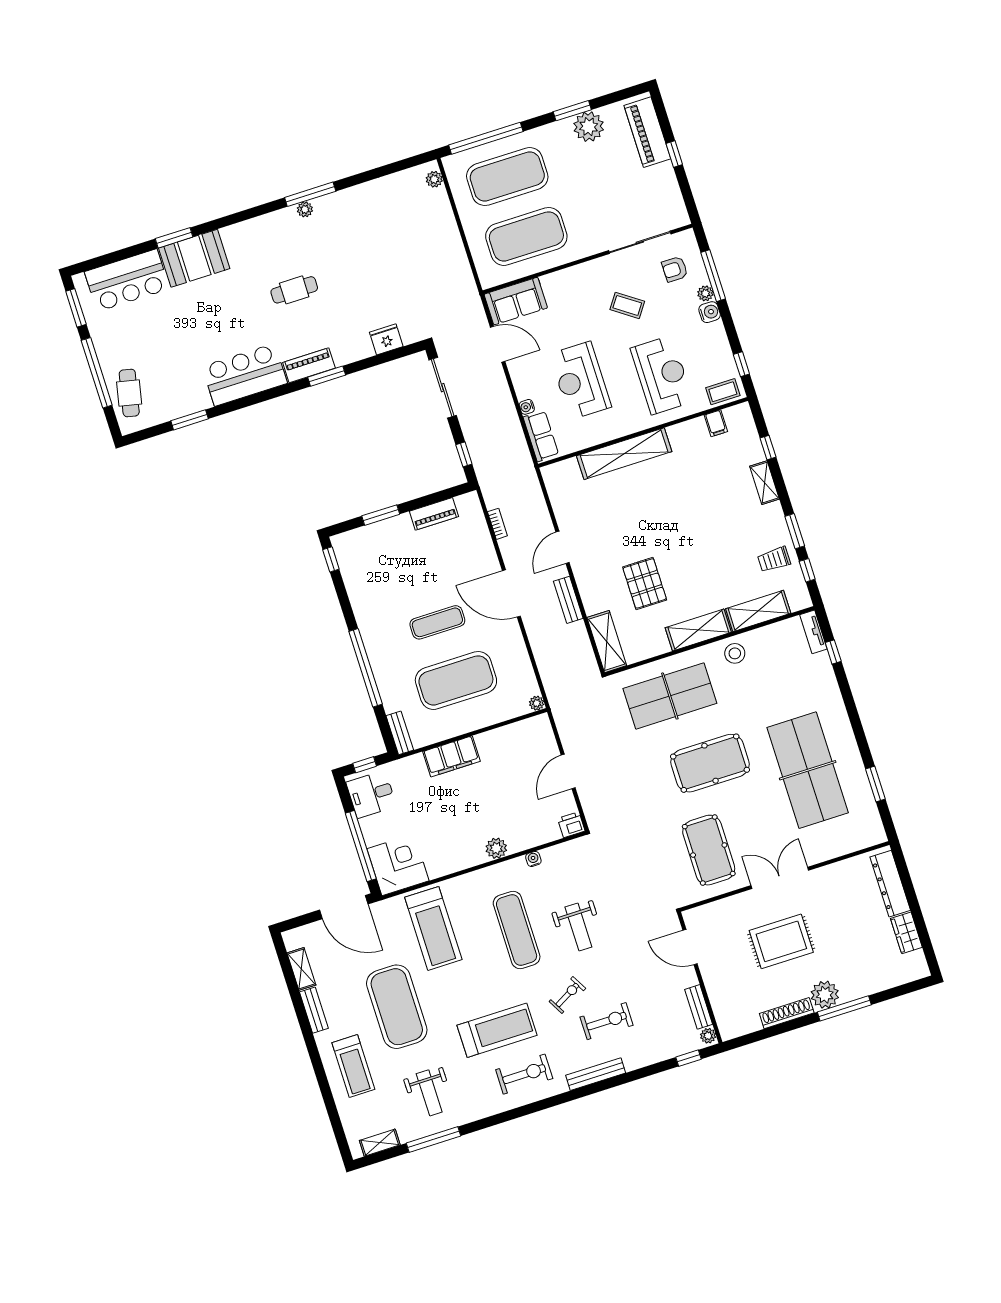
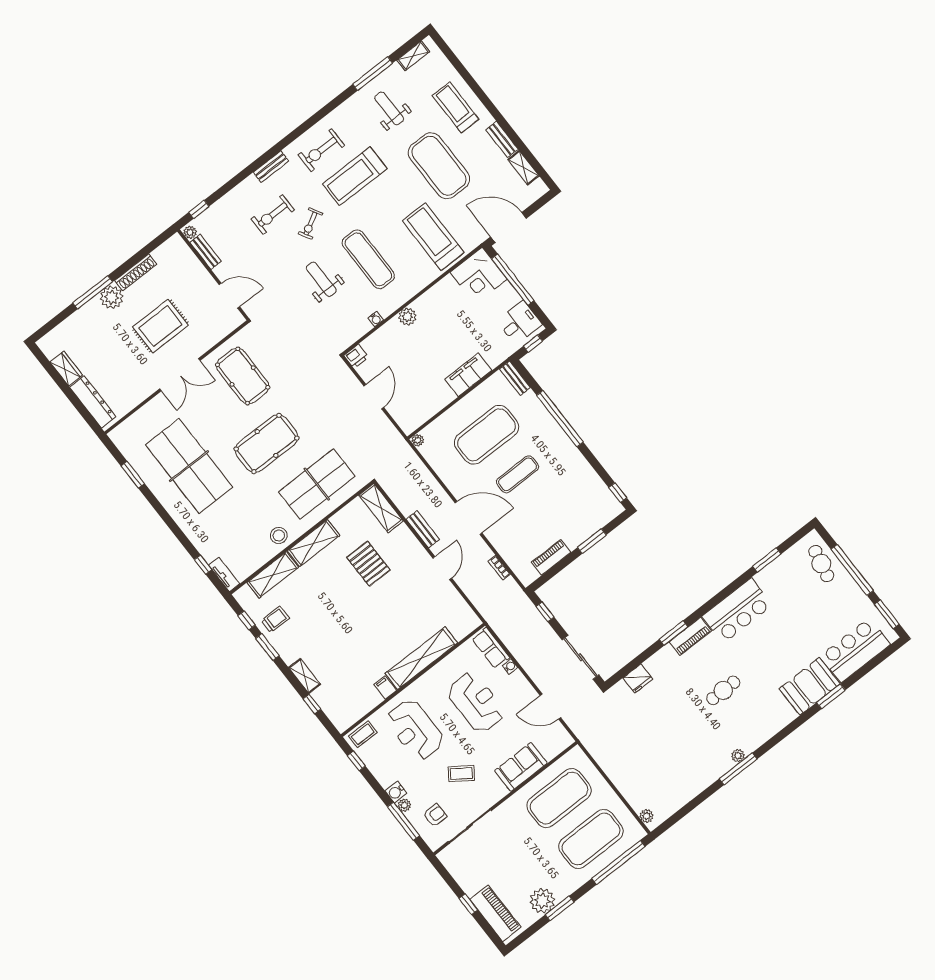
sofa: (516, 301) -> (521, 767), moved
filing cabinet: (716, 423) -> (385, 687), moved
bench: (596, 1074) -> (271, 167), width x0.73

